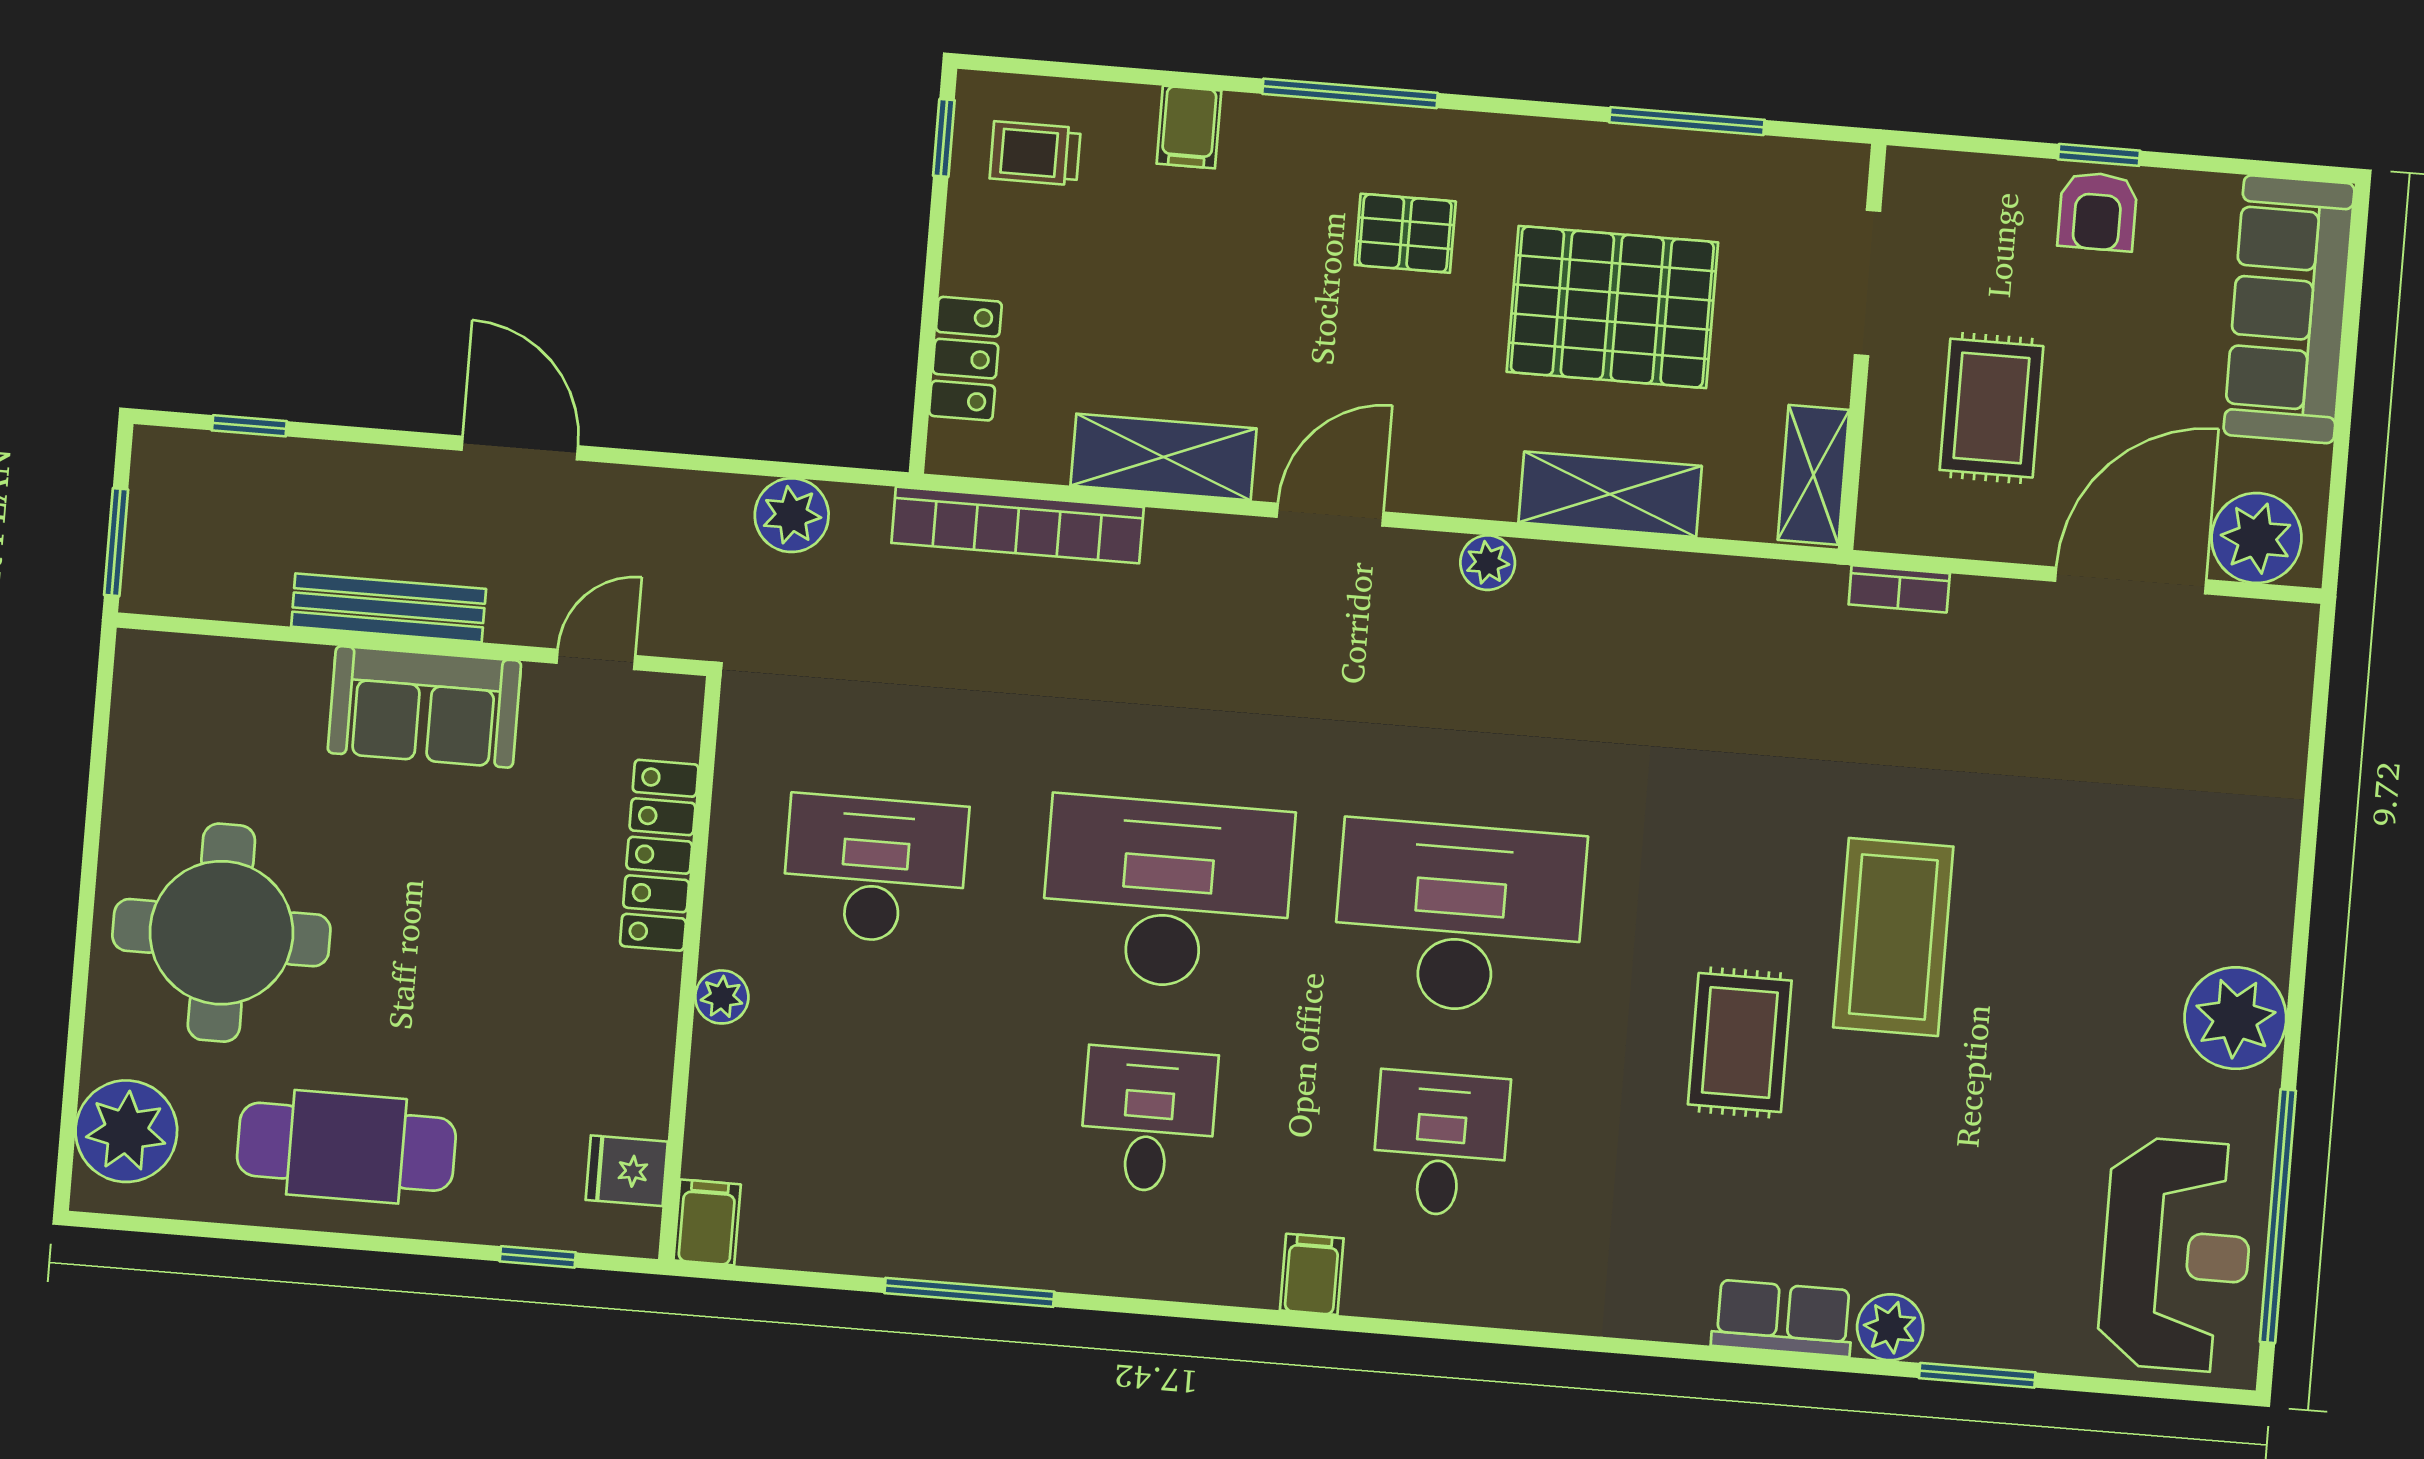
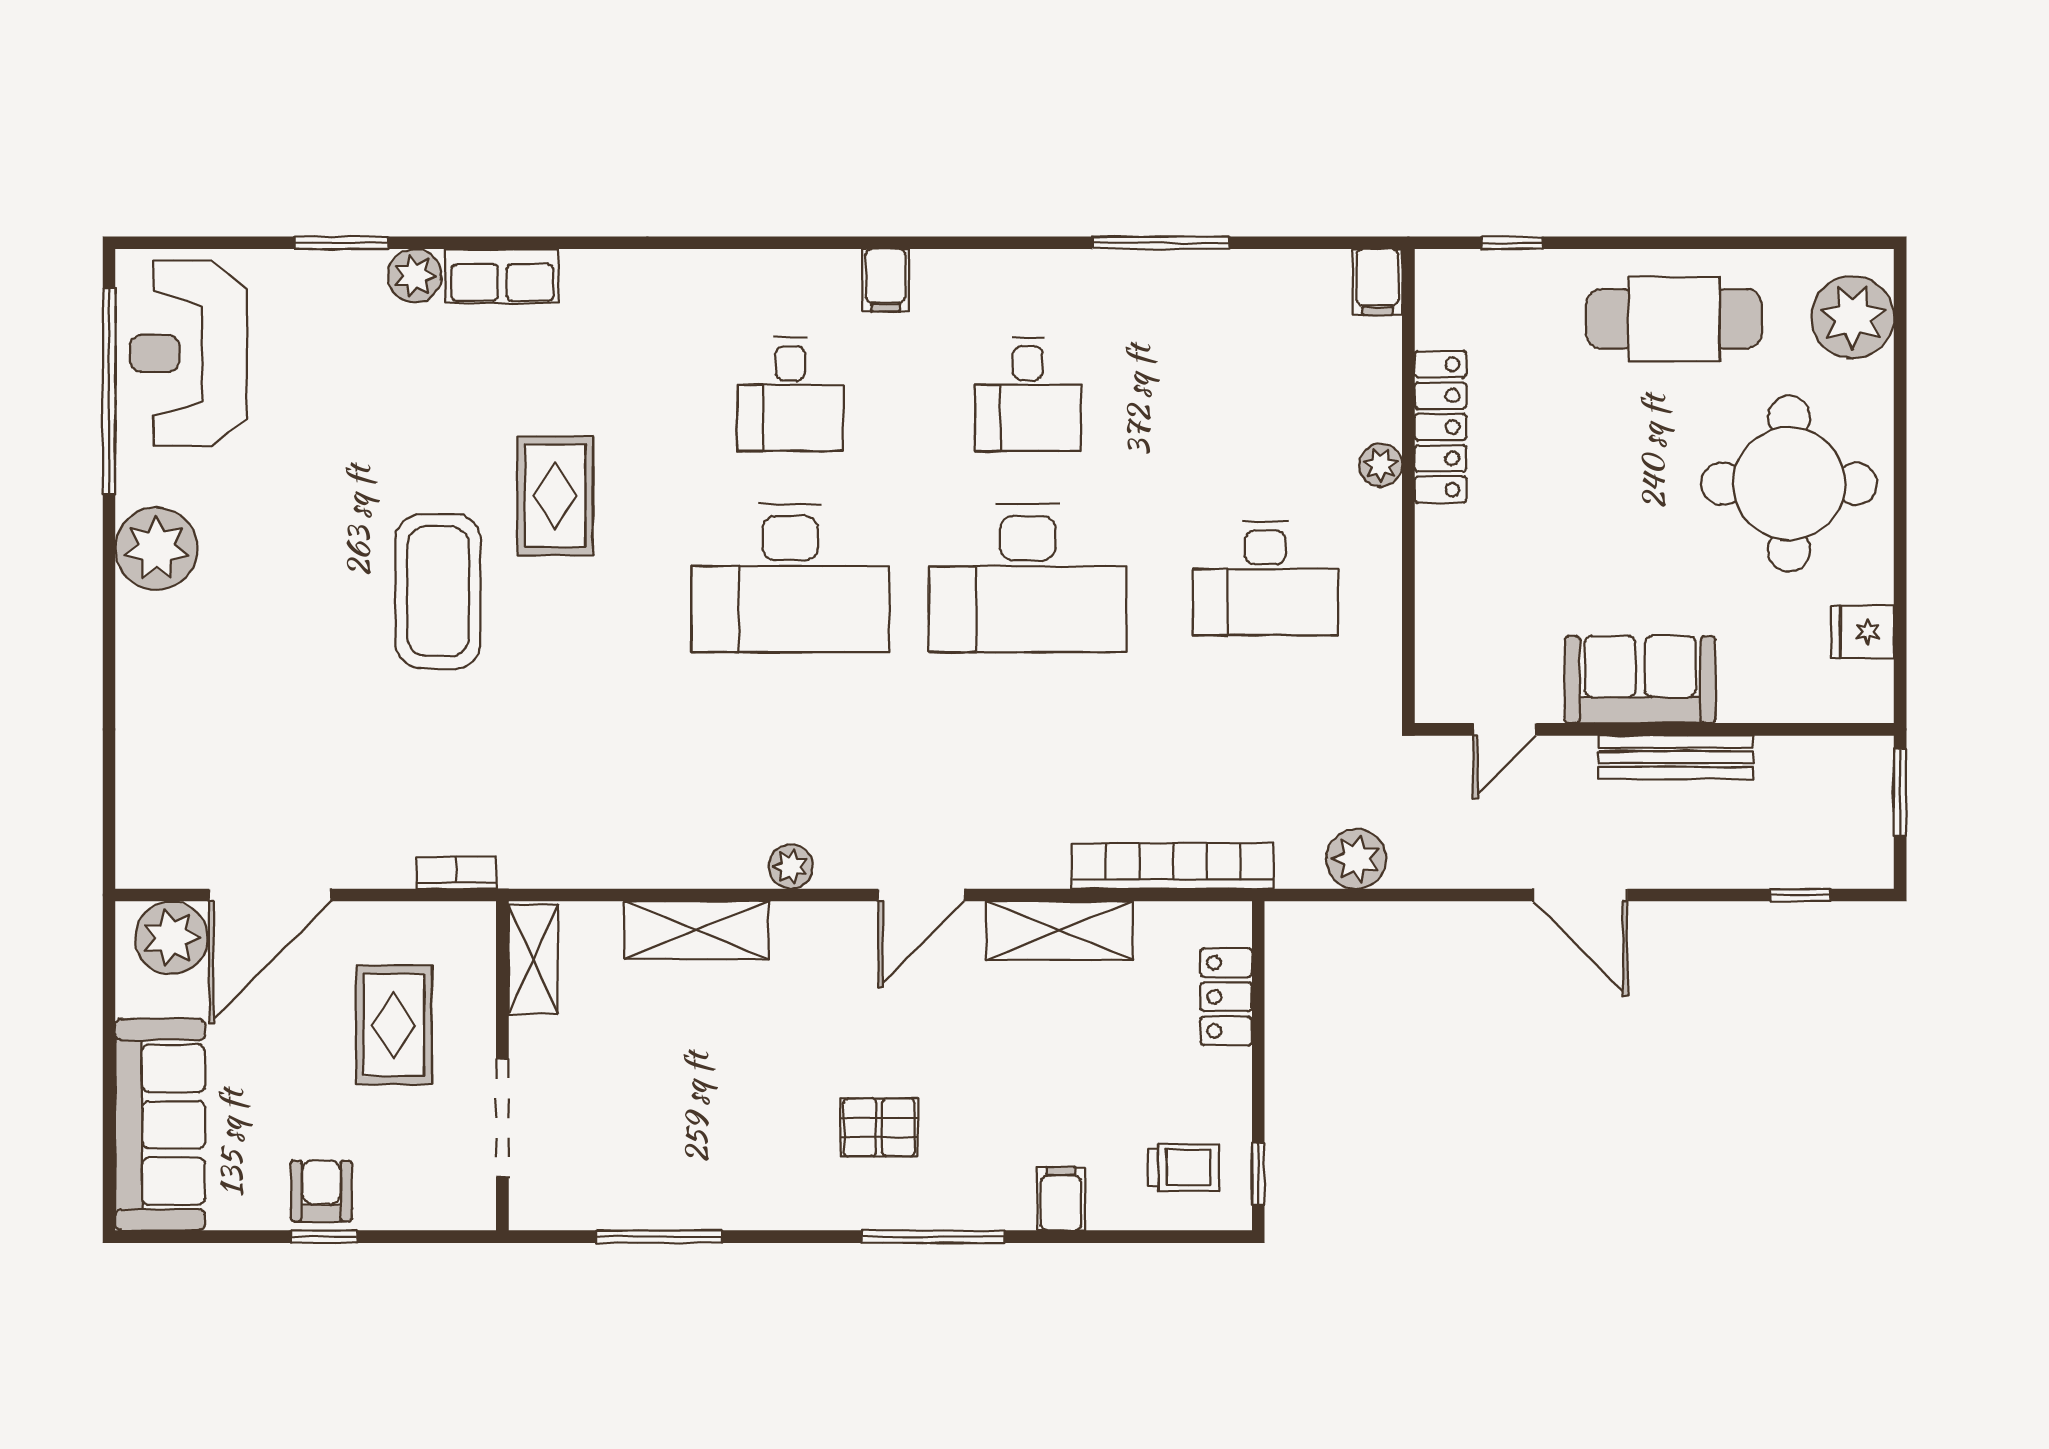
pallet: (1612, 307) -> (707, 1081), removed
locker: (659, 855) -> (1440, 427), moved
fridge: (627, 1171) -> (1863, 632), moved, turned 180

